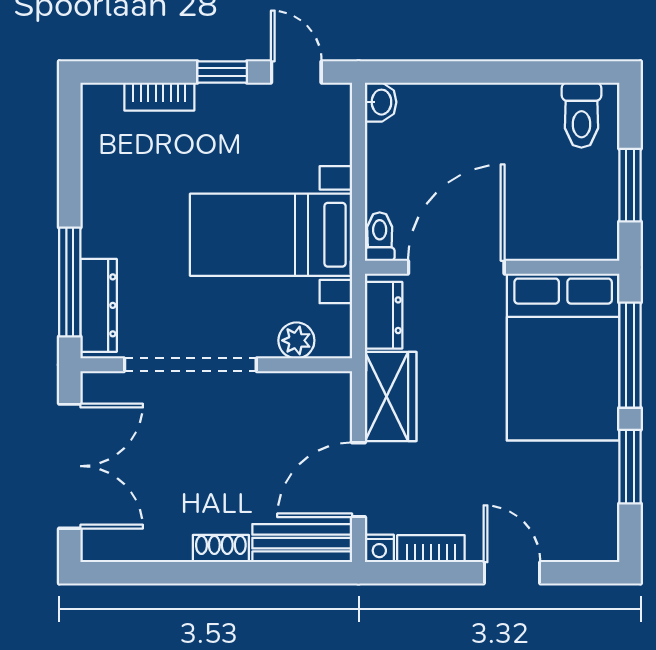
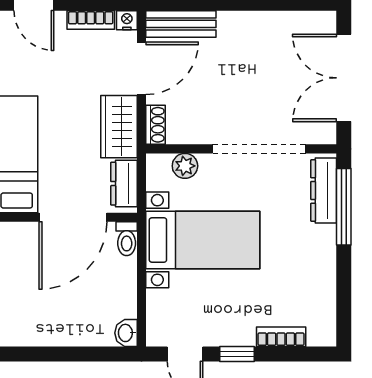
shoe rack: (221, 549) -> (156, 125), moved, turned -90

